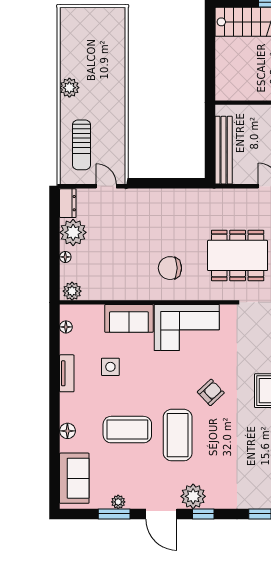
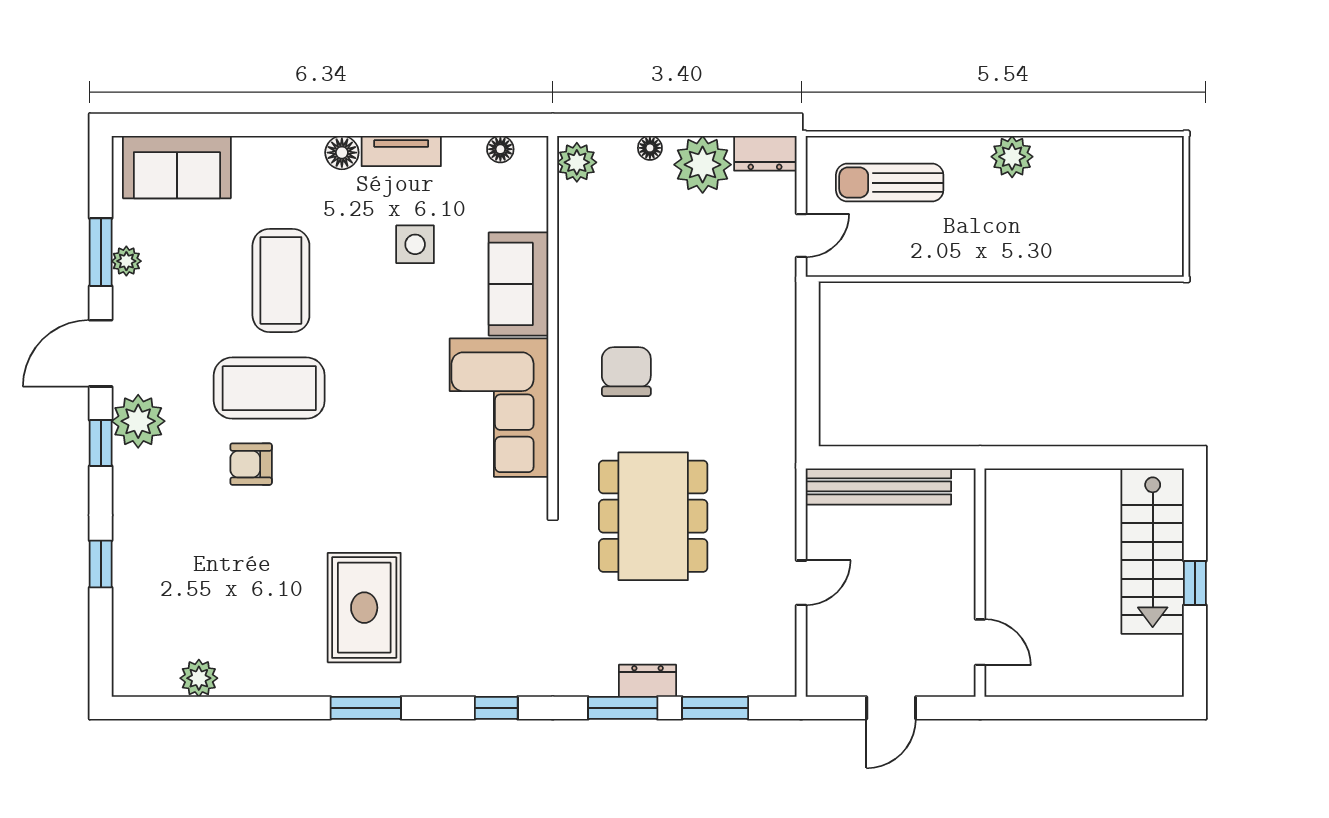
armchair: (211, 392) -> (251, 464), moved, turned 133
floor lamp: (67, 431) -> (342, 153), moved

